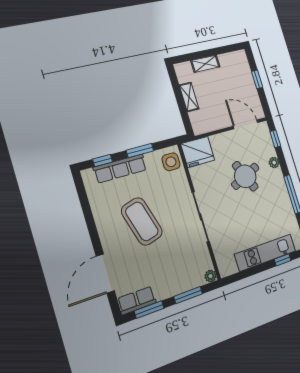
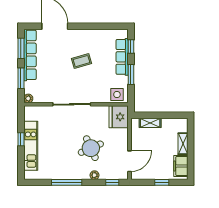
filing cabinet: (232, 61) -> (181, 166), added
shelving: (189, 97) -> (150, 123), moved
coffee table: (142, 221) -> (81, 61), width x0.54, depth x0.58
window: (283, 260) -> (21, 139), moved
row of seats: (137, 300) -> (30, 55), width x2.02

